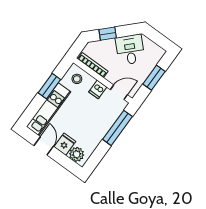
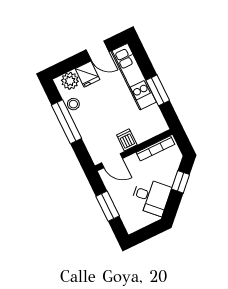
stool: (77, 79) -> (73, 104), moved
door: (119, 92) -> (112, 161), hinge flipped
window: (118, 128) -> (66, 122), moved

